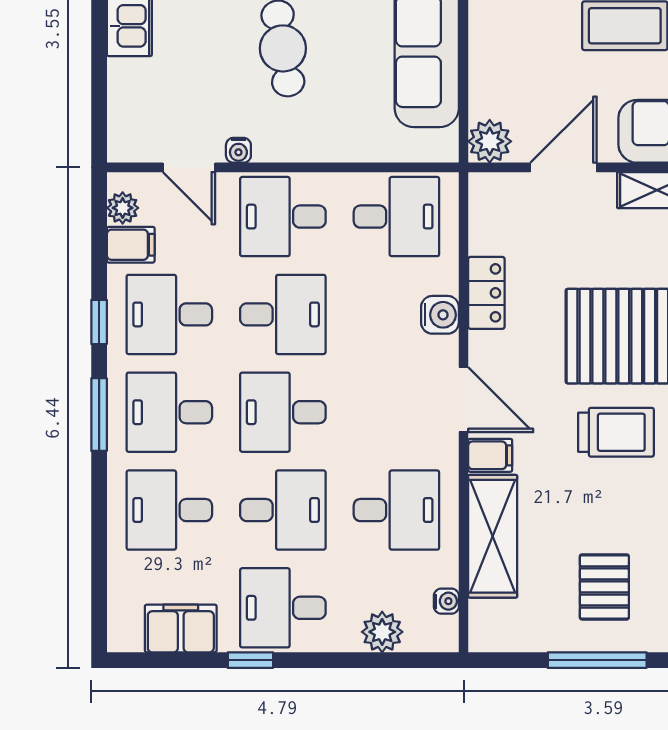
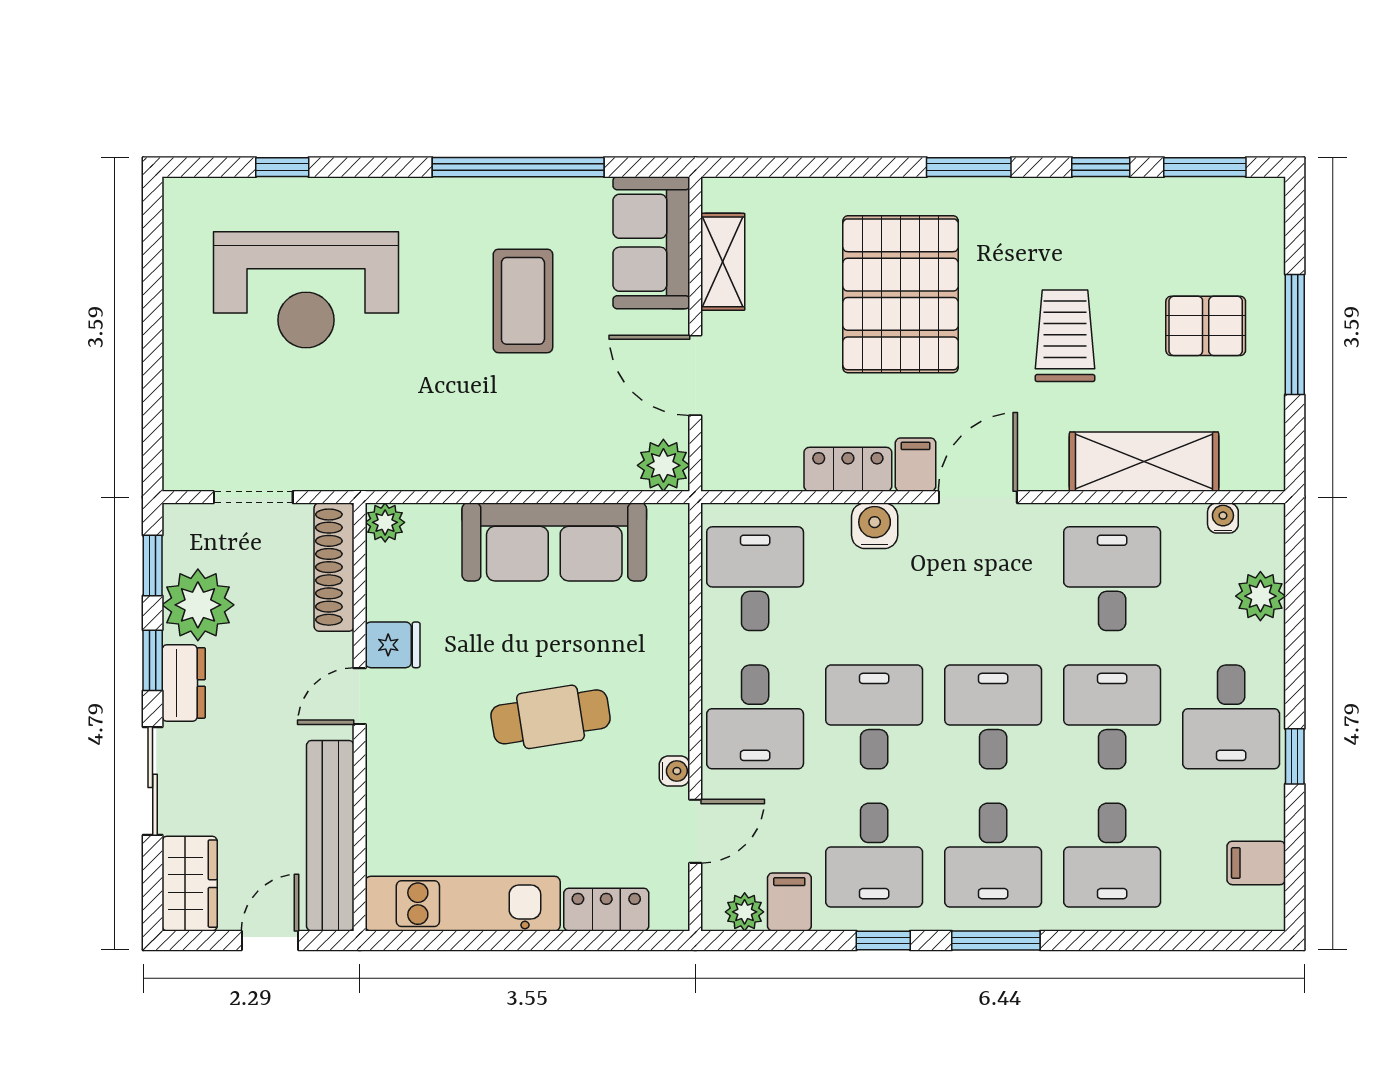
locker: (124, 94) -> (606, 910), added
desk: (283, 412) -> (993, 717), turned 180
trolley: (616, 432) -> (1065, 336), moved
filing cabinet: (490, 455) -> (916, 465), moved
filing cabinet: (181, 628) -> (1256, 863), width x0.50

